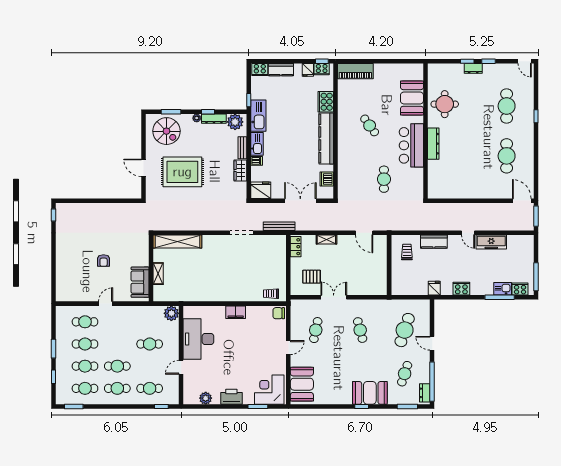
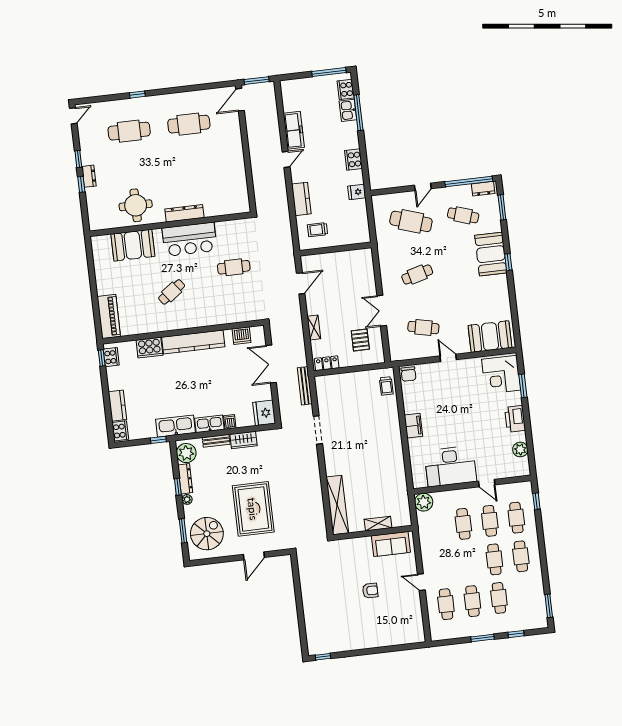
fridge: (308, 70) -> (114, 373), removed
cafe table: (85, 388) -> (490, 521), moved

